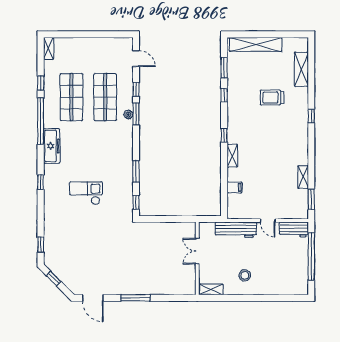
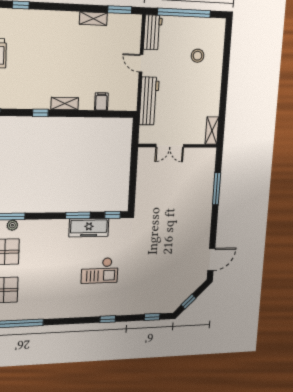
freezer: (52, 146) -> (89, 228), moved, turned 180
window: (41, 182) -> (108, 319), moved
checkout: (86, 193) -> (100, 270), turned -90
door: (268, 221) -> (141, 63), swing flipped
stool: (245, 275) -> (198, 56), moved
window: (135, 298) -> (217, 189), moved

